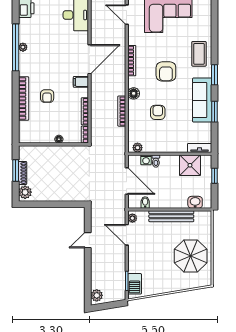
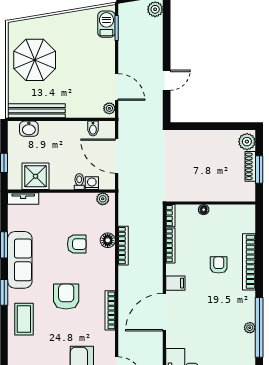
floor lamp: (134, 93) -> (108, 240), moved
armchair: (158, 112) -> (77, 244), turned -90
bench: (171, 216) -> (36, 111), moved

